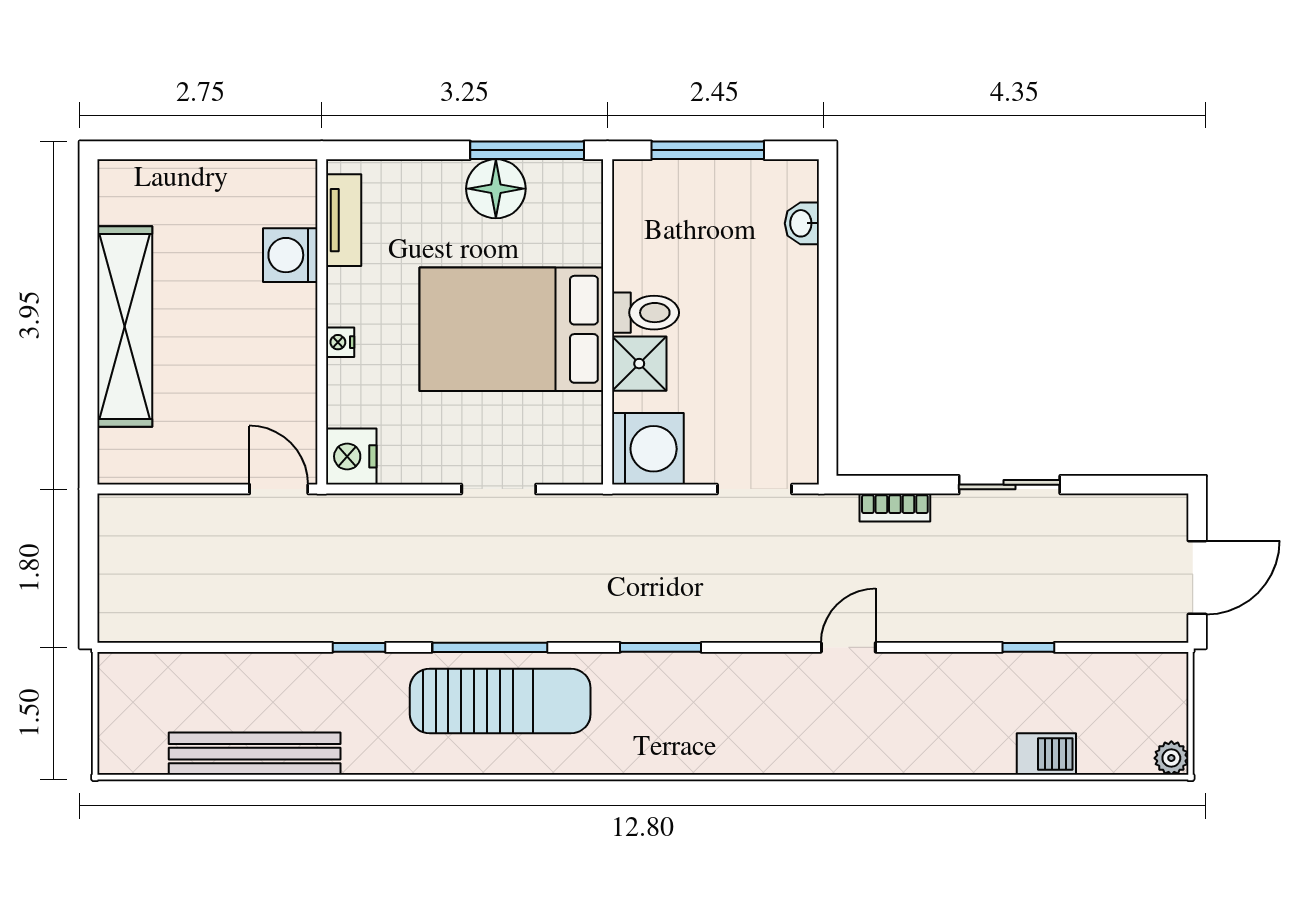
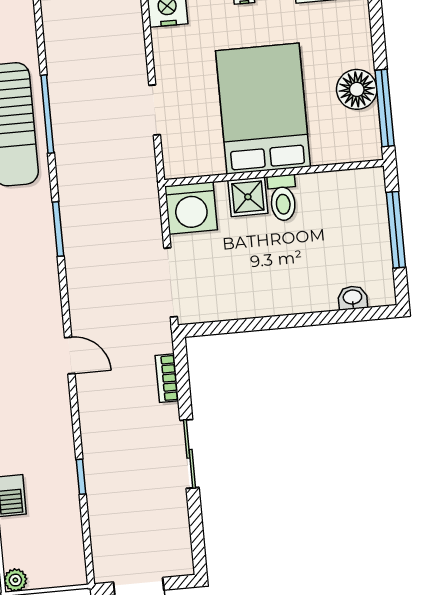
doorway: (754, 489) -> (171, 282), width x1.38
window: (359, 647) -> (39, 26), removed

